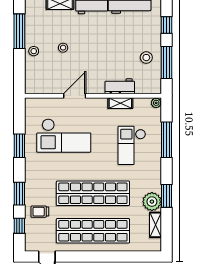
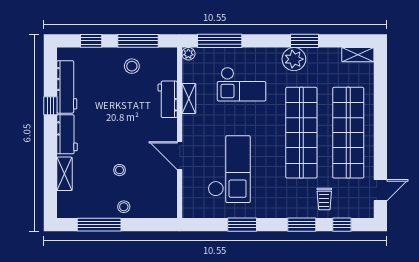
window: (166, 140) -> (220, 41), moved
plant: (152, 202) -> (294, 59), moved
shelving: (155, 225) -> (358, 55), moved

